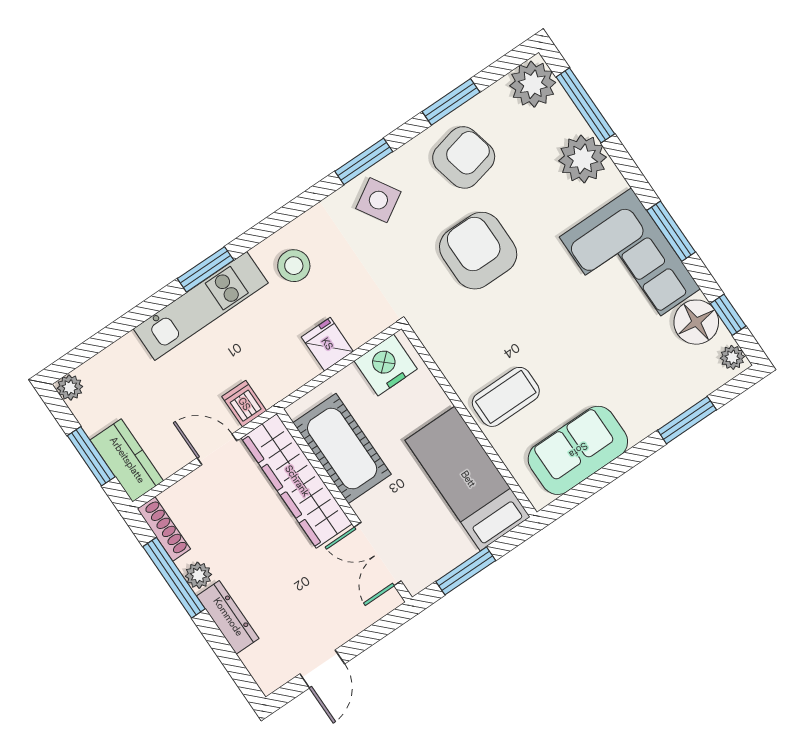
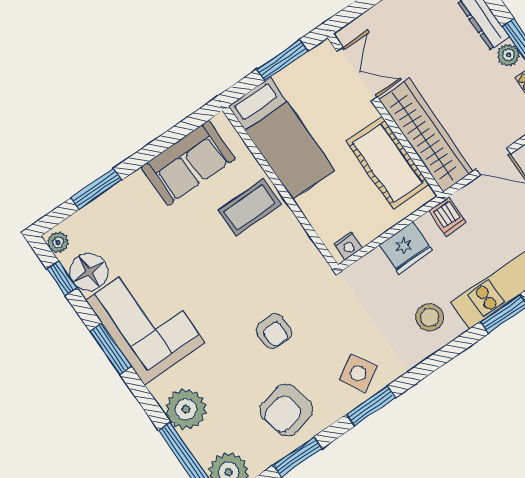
armchair: (478, 251) -> (274, 331), width x0.53, depth x0.53
fridge: (327, 344) -> (405, 248), width x1.38
nightstand: (386, 365) -> (348, 246), width x0.53, depth x0.56
dishwasher: (244, 404) -> (447, 217), moved

